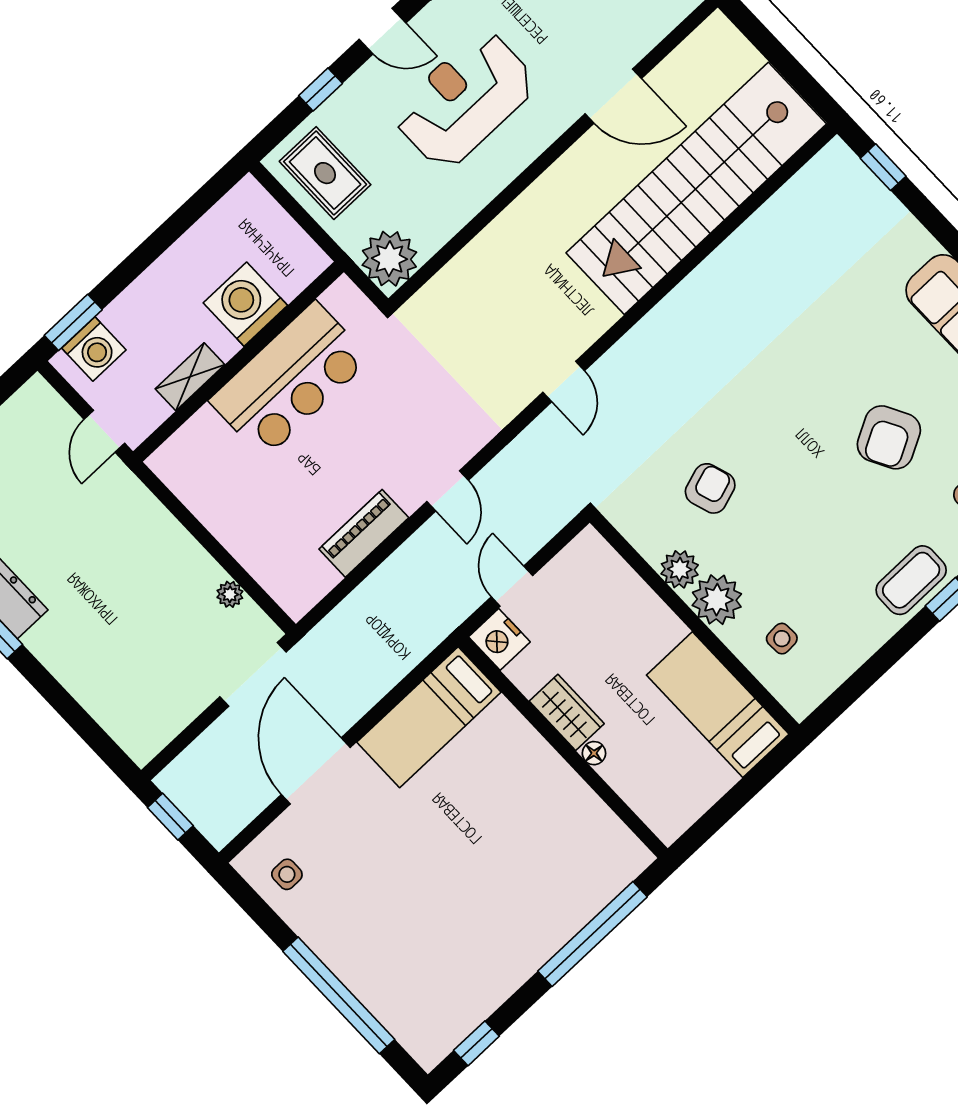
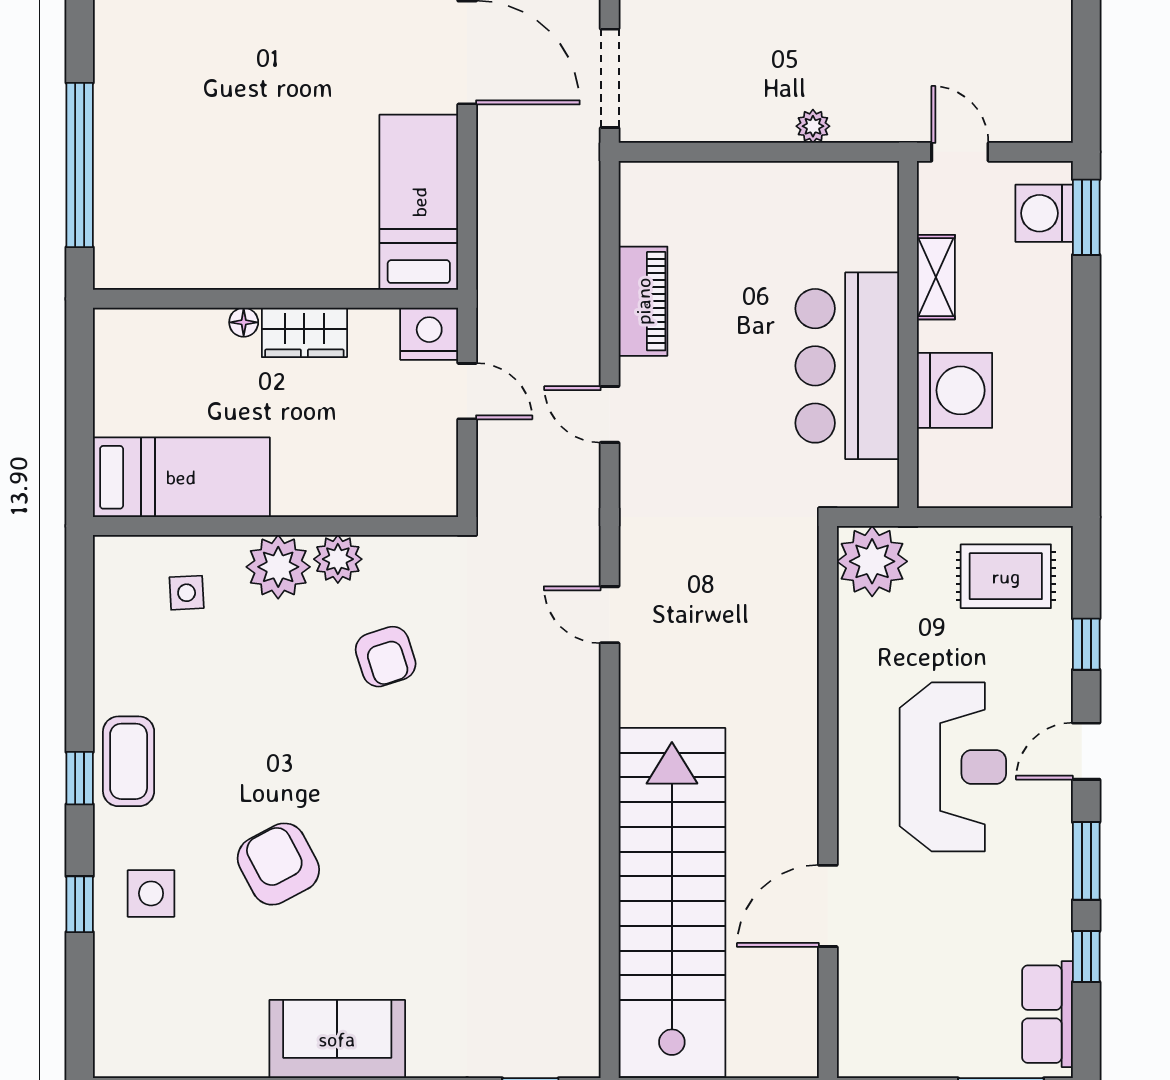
plant: (230, 594) -> (813, 126), moved

